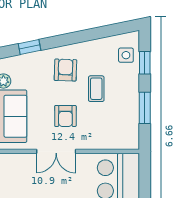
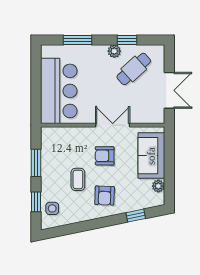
armchair: (65, 116) -> (105, 156), turned -90

